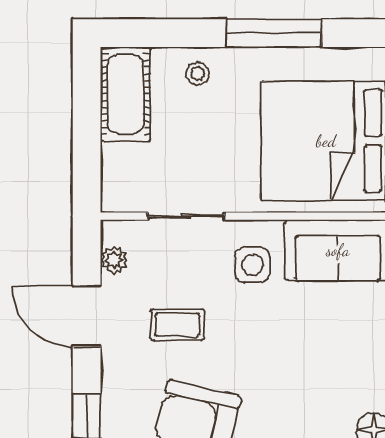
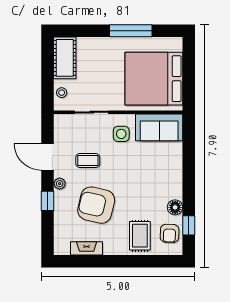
stool: (198, 73) -> (62, 93), moved
plant: (114, 260) -> (60, 184), moved

